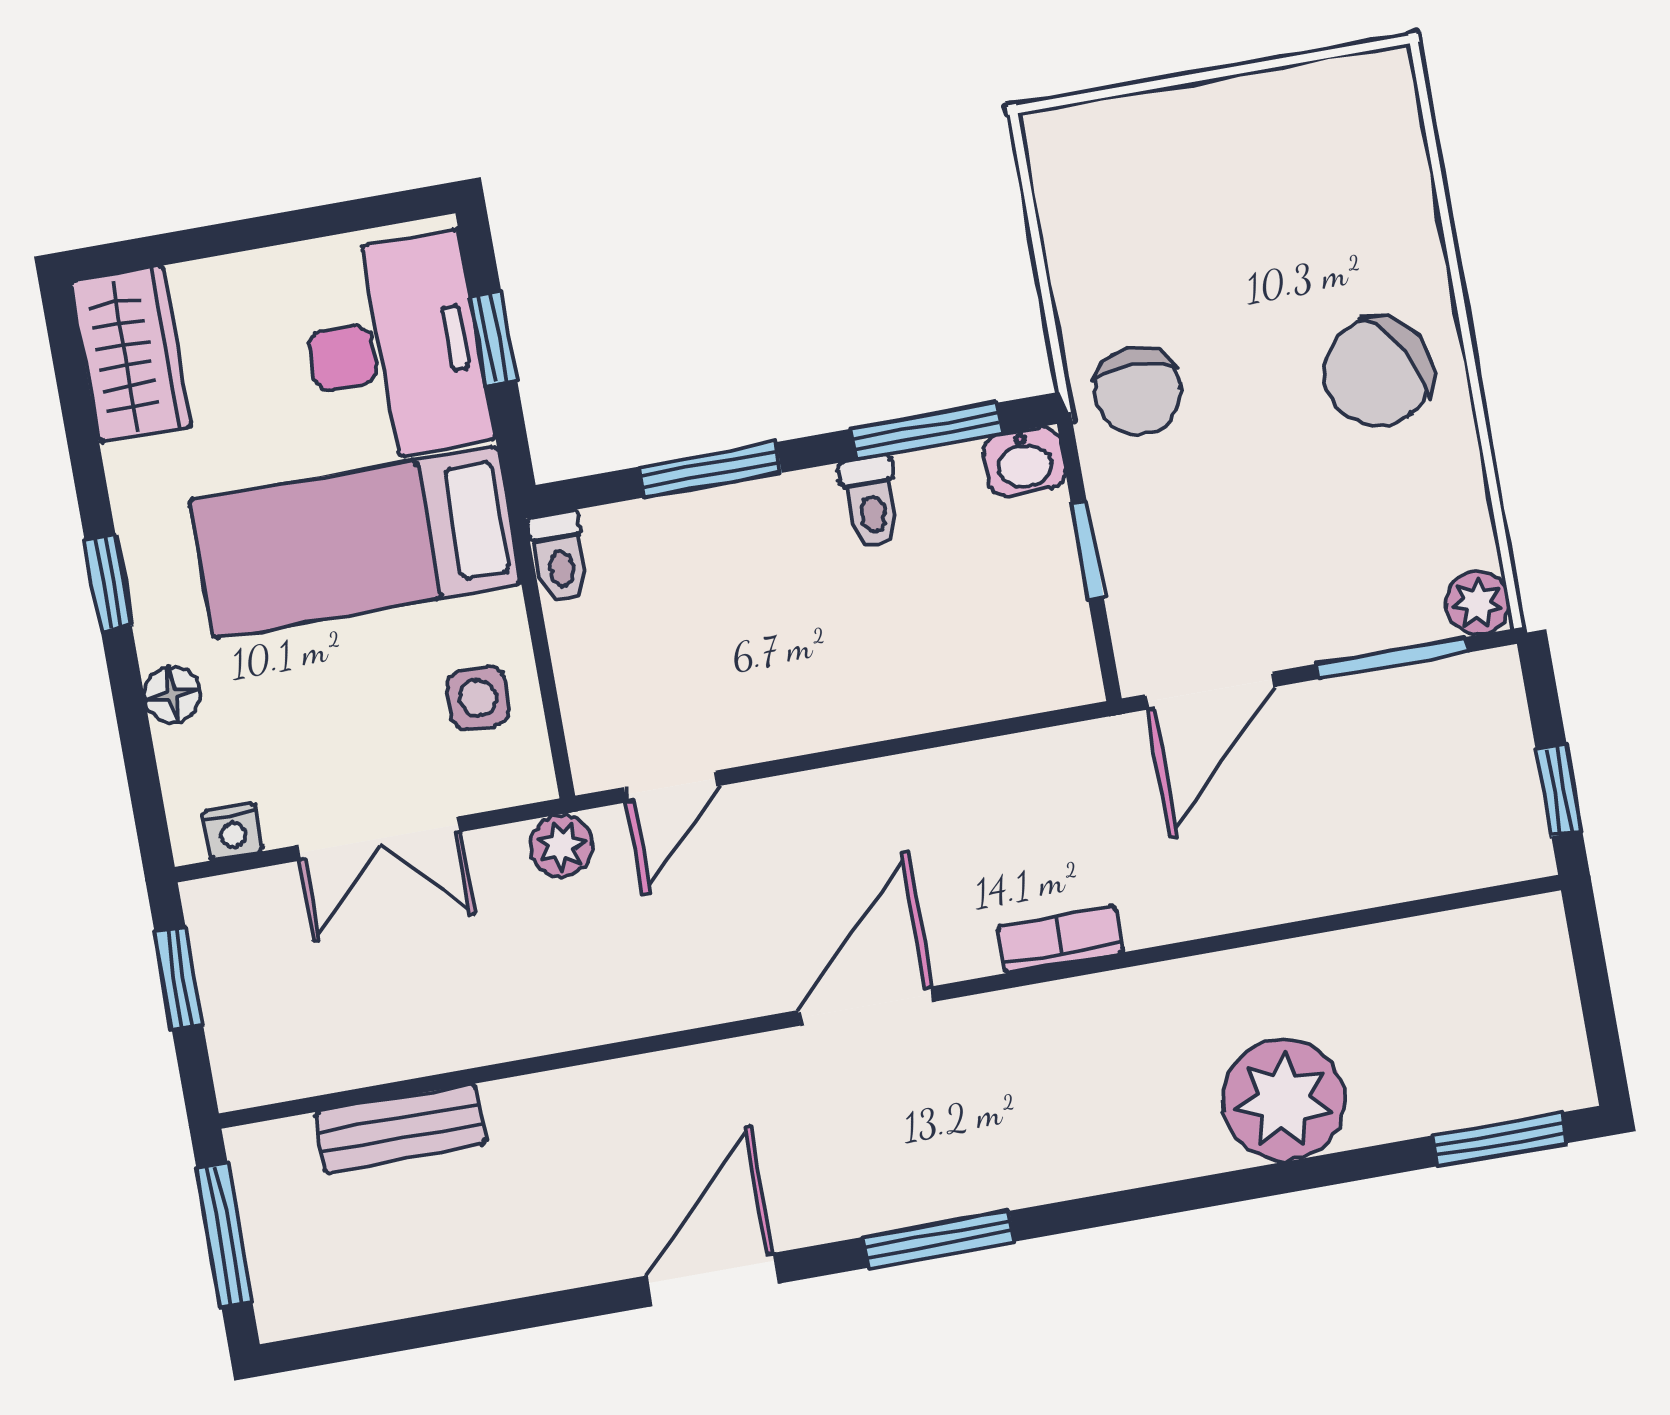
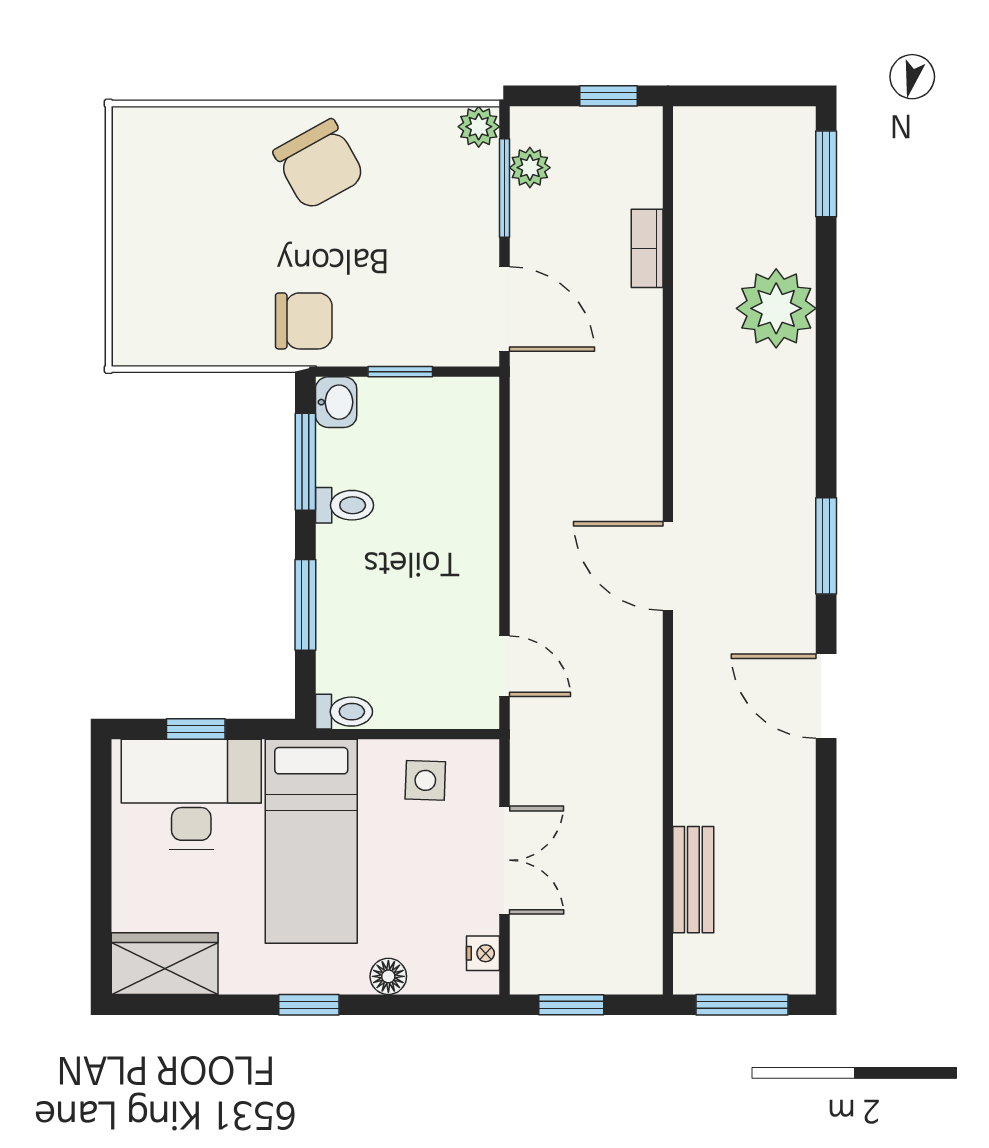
plant: (561, 846) -> (530, 168), moved
bookcase: (1060, 939) -> (647, 248), moved

